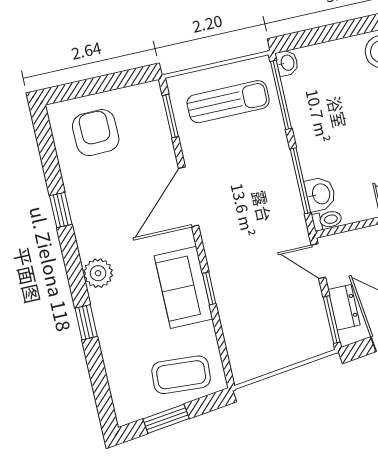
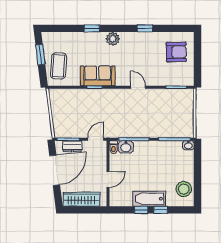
sun lounger: (228, 102) -> (177, 115), removed
door: (188, 197) -> (138, 87), width x0.53

